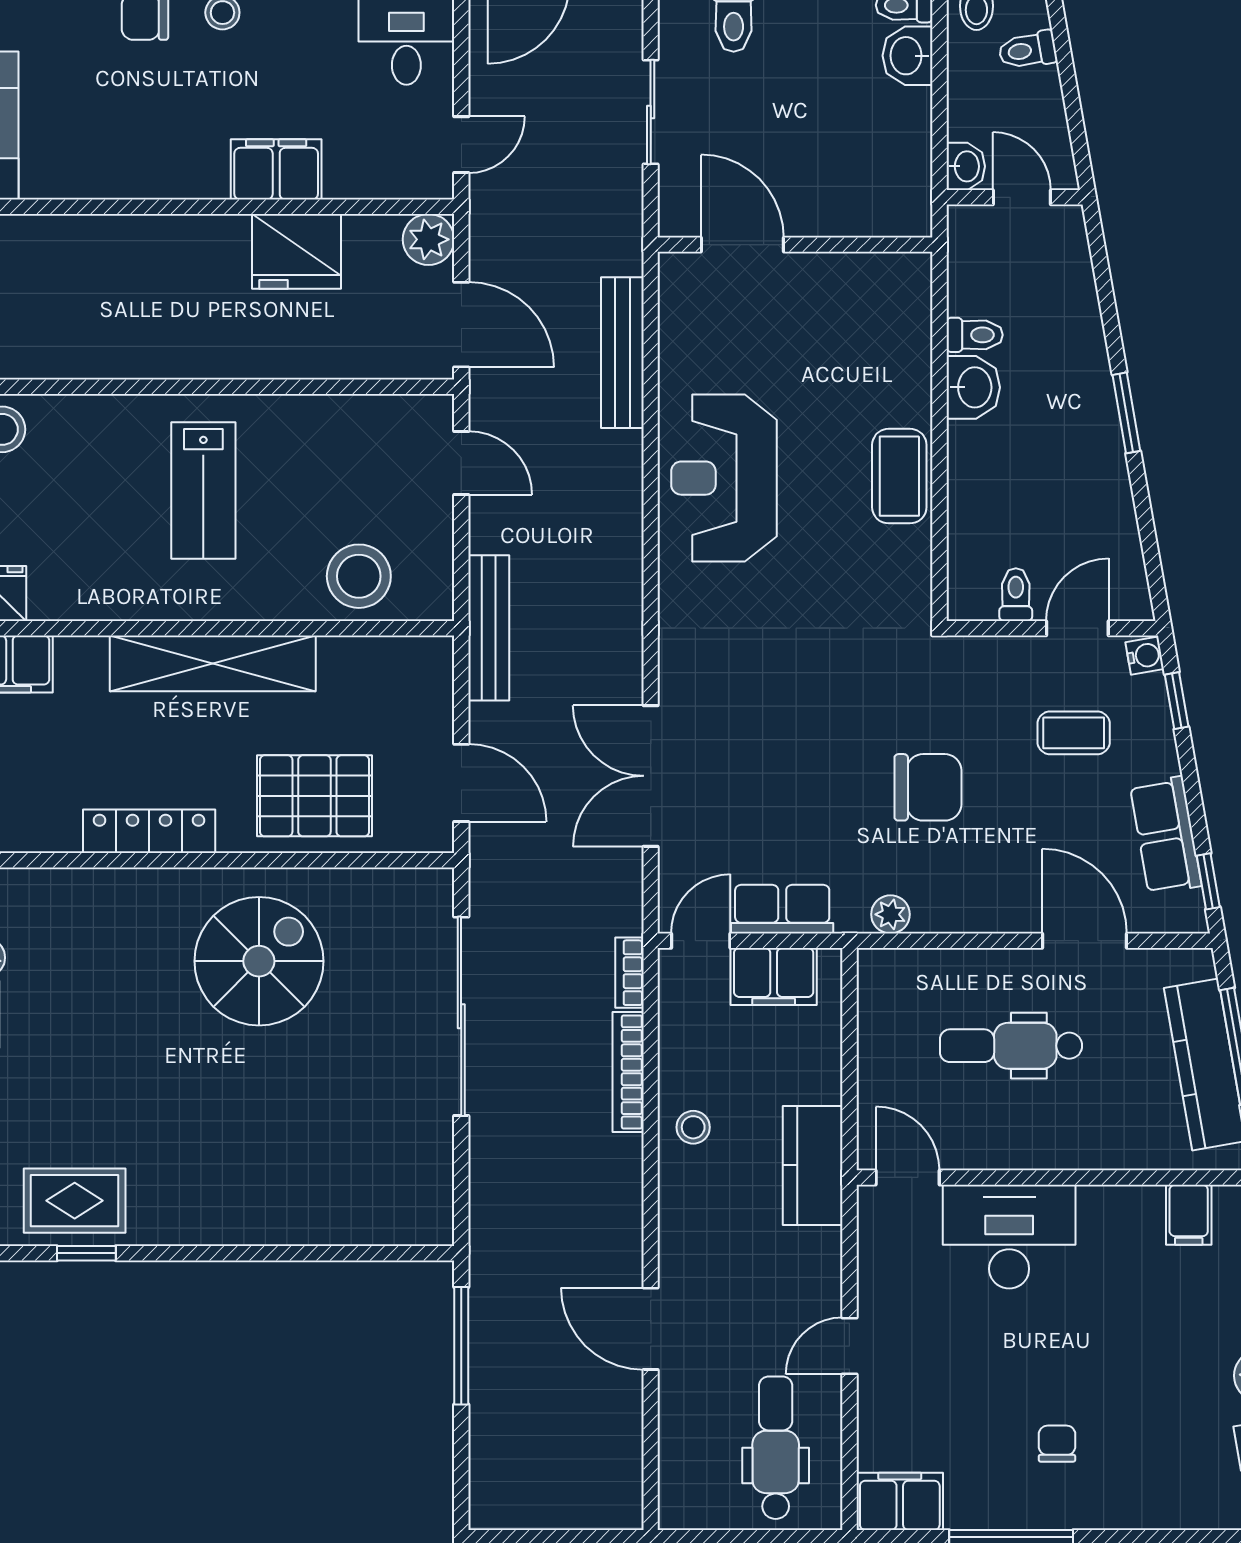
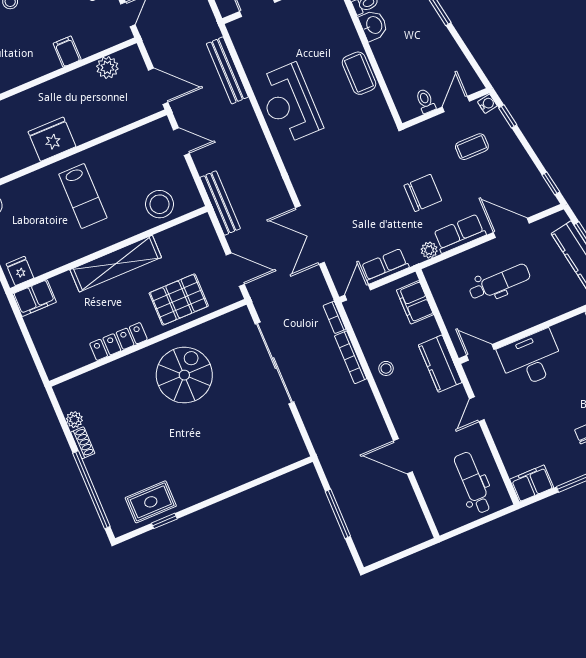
filing cabinet: (276, 169) -> (67, 51), width x0.50
plant: (428, 239) -> (107, 67), moved
fridge: (296, 251) -> (52, 139), moved, turned 180
row of seats: (1166, 835) -> (460, 234), moved, turned 100
filing cabinet: (774, 976) -> (415, 302), moved, turned 90
dental chair: (1011, 1046) -> (499, 282), turned 180
window: (461, 1346) -> (338, 514), moved
door: (849, 1346) -> (477, 409), moved

